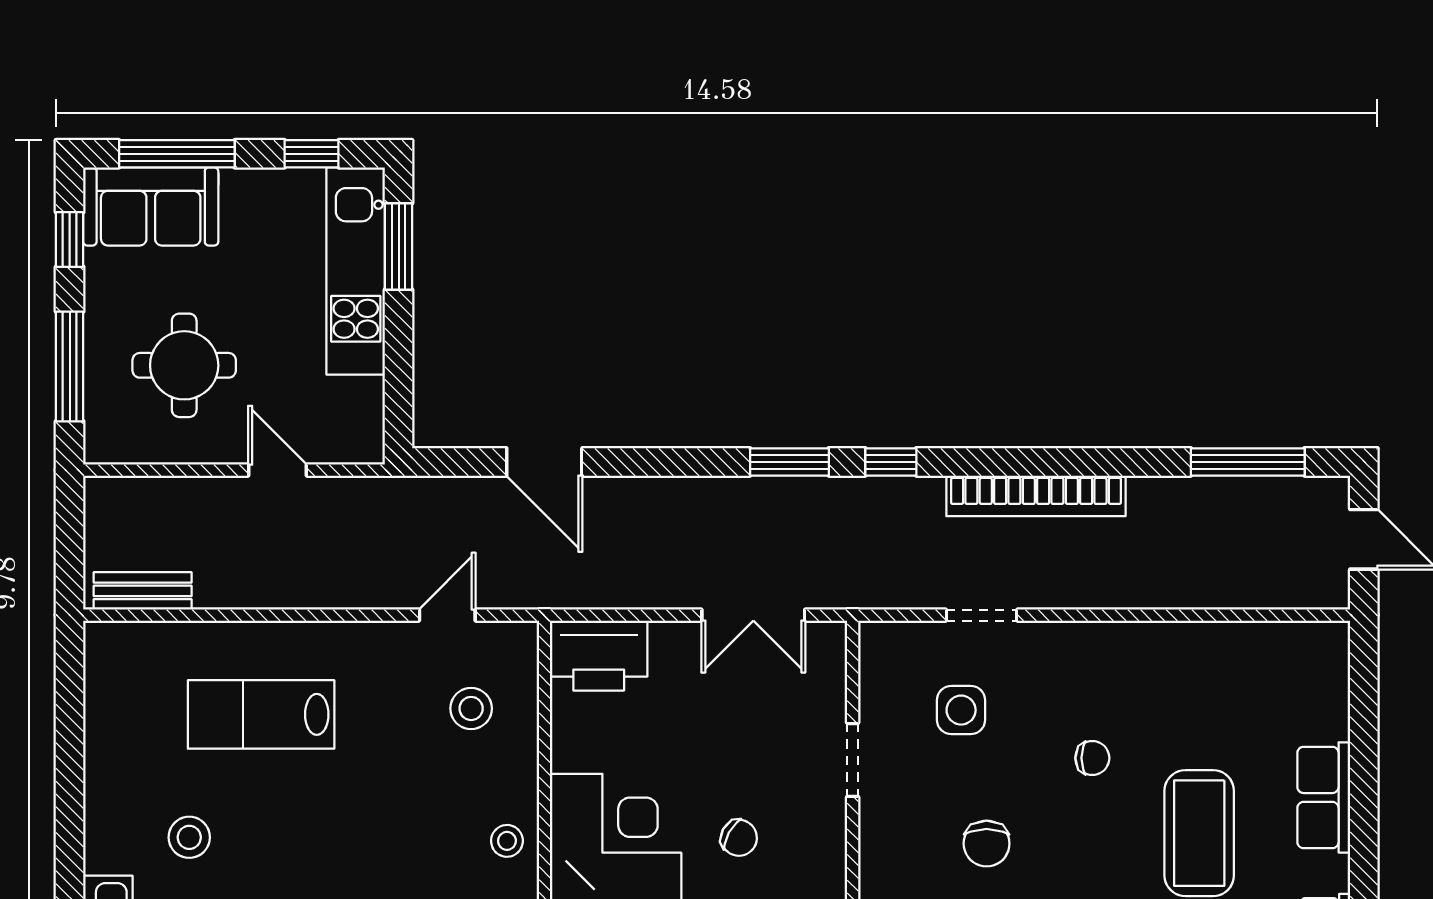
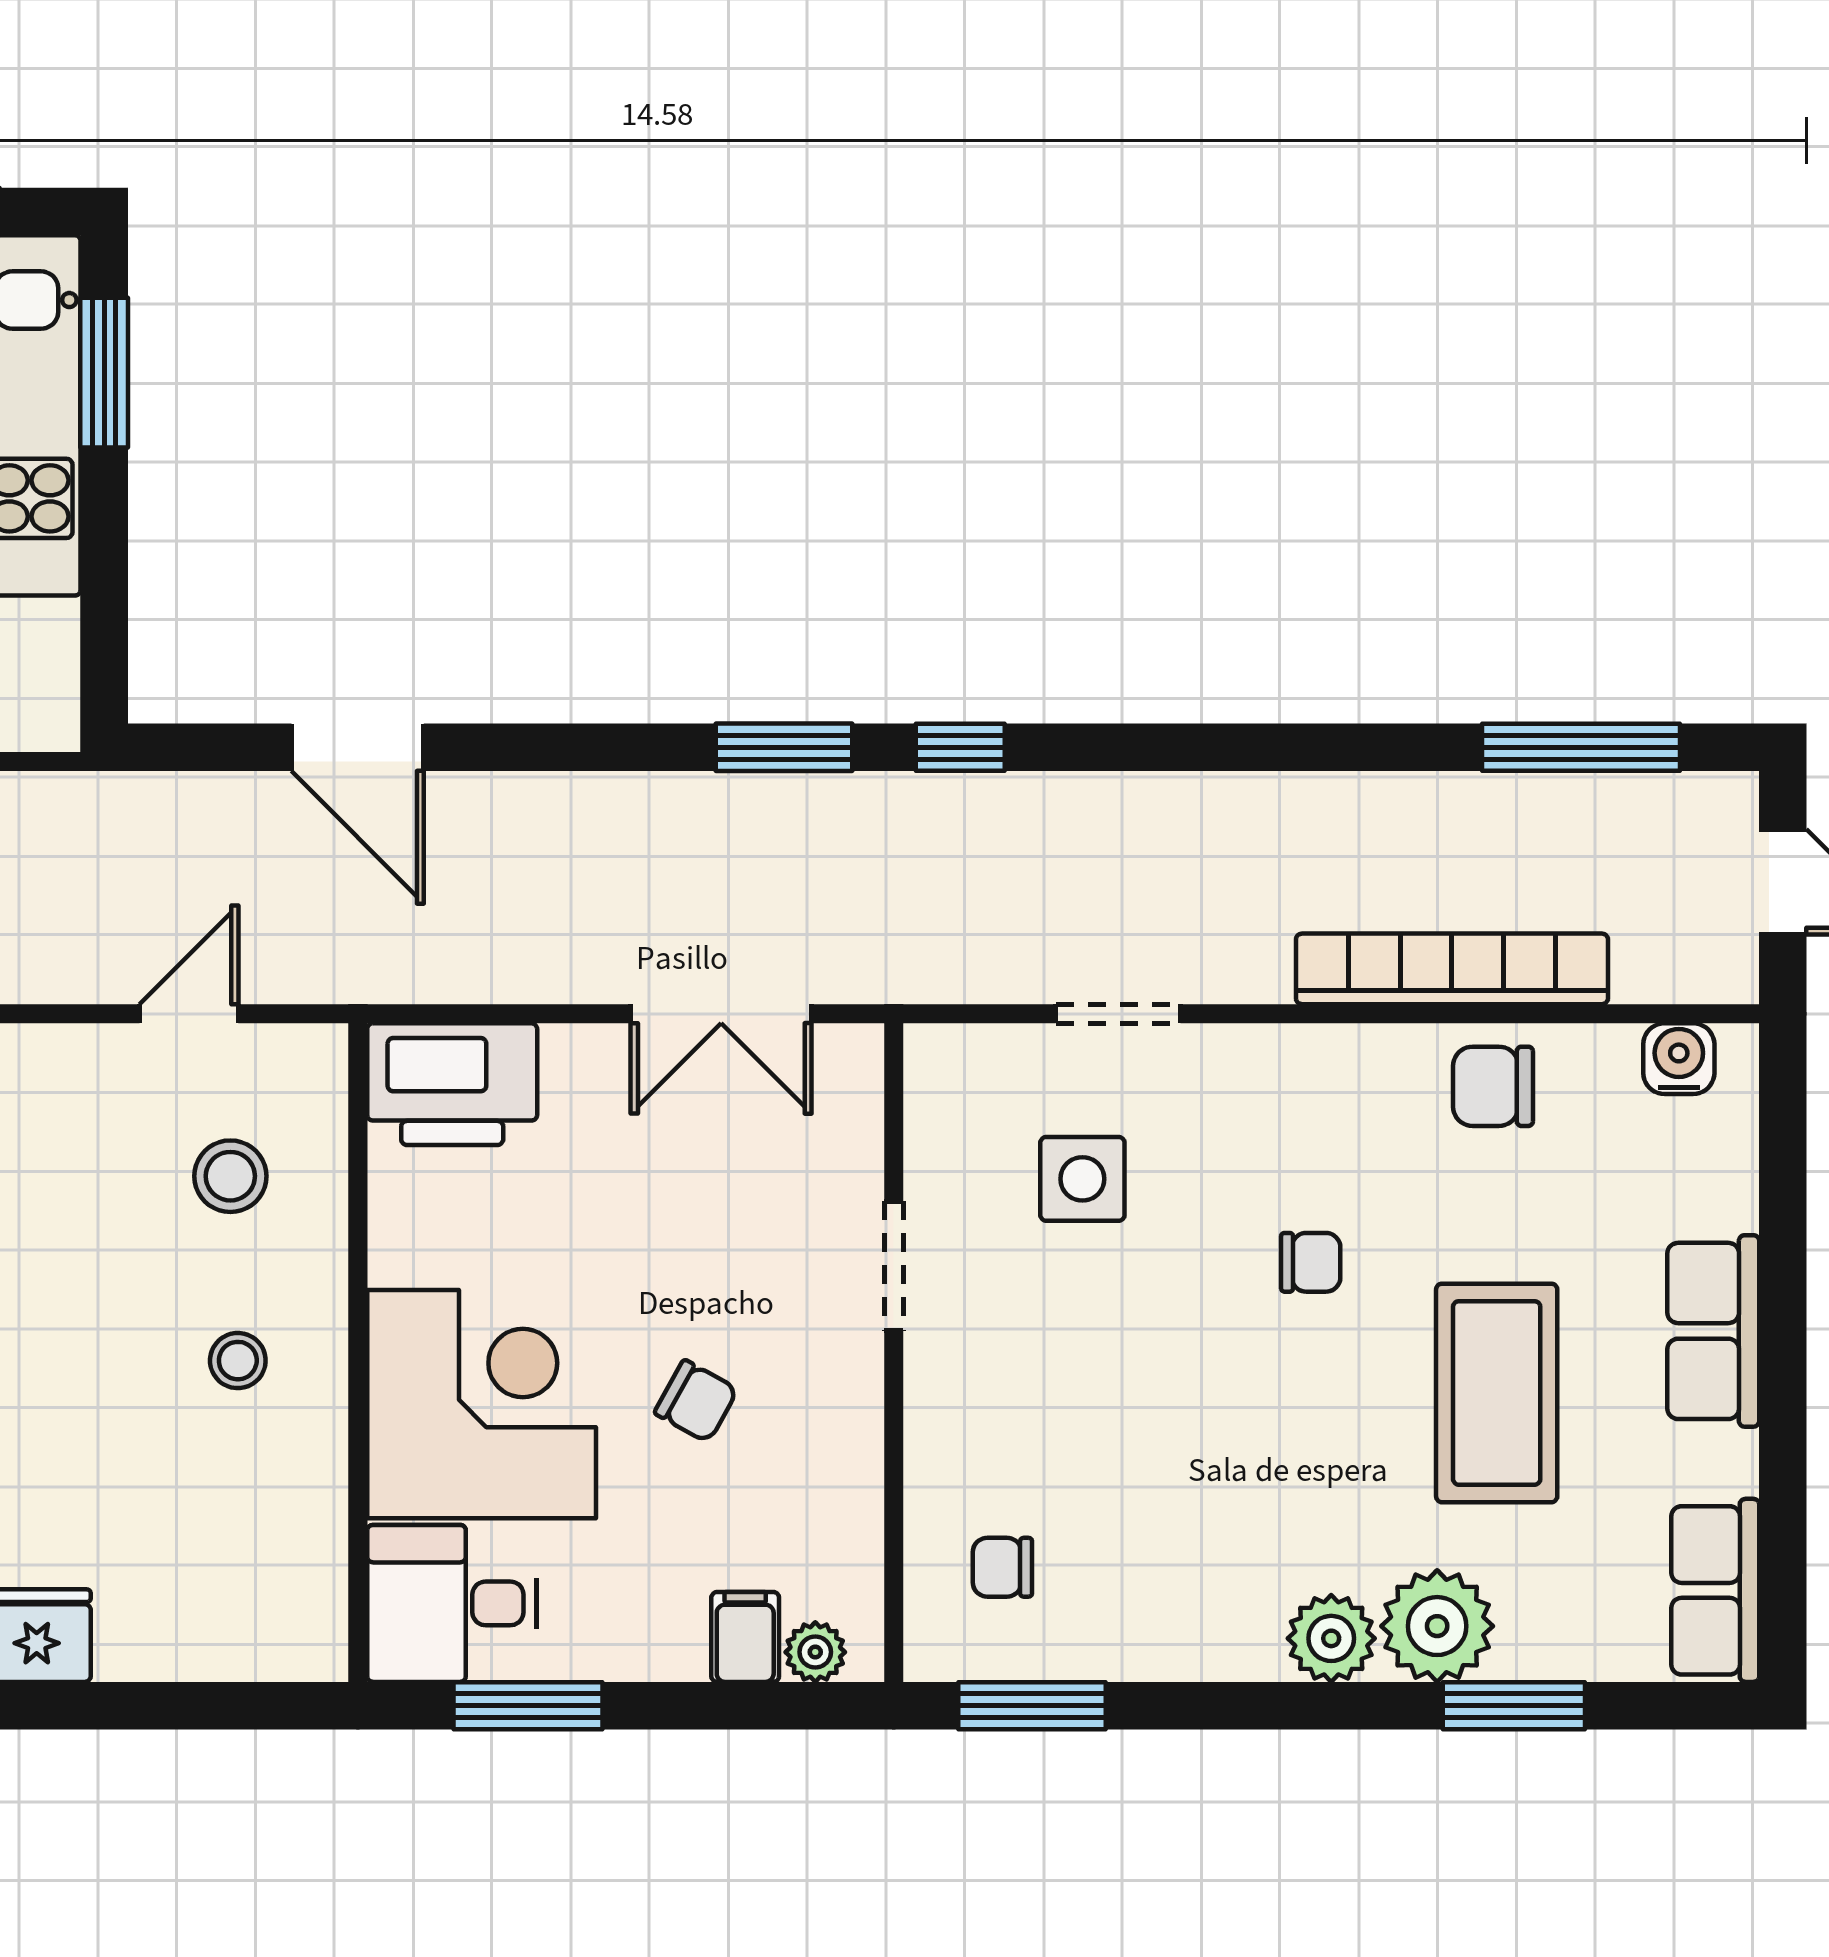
bookcase: (1036, 496) -> (1452, 969), moved, turned 180
water cooler: (1304, 641) -> (1679, 1059), added
stool: (507, 841) -> (238, 1361), moved
chair: (987, 844) -> (1493, 1086), moved, turned 90

